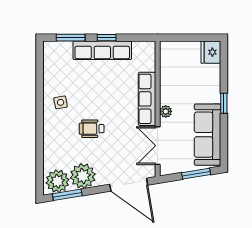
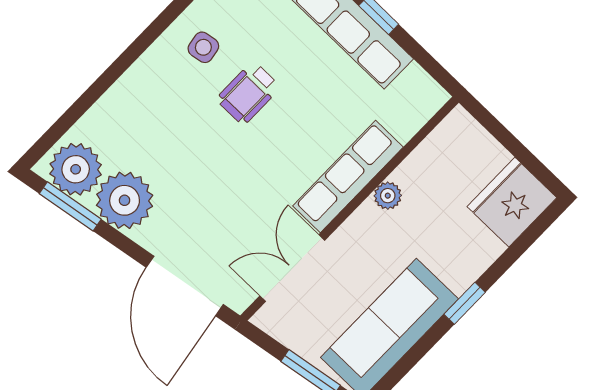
fridge: (211, 52) -> (512, 202), width x1.36, depth x1.34
plant: (166, 111) -> (388, 196), moved
wheelchair: (92, 129) -> (248, 93), moved, turned -90

